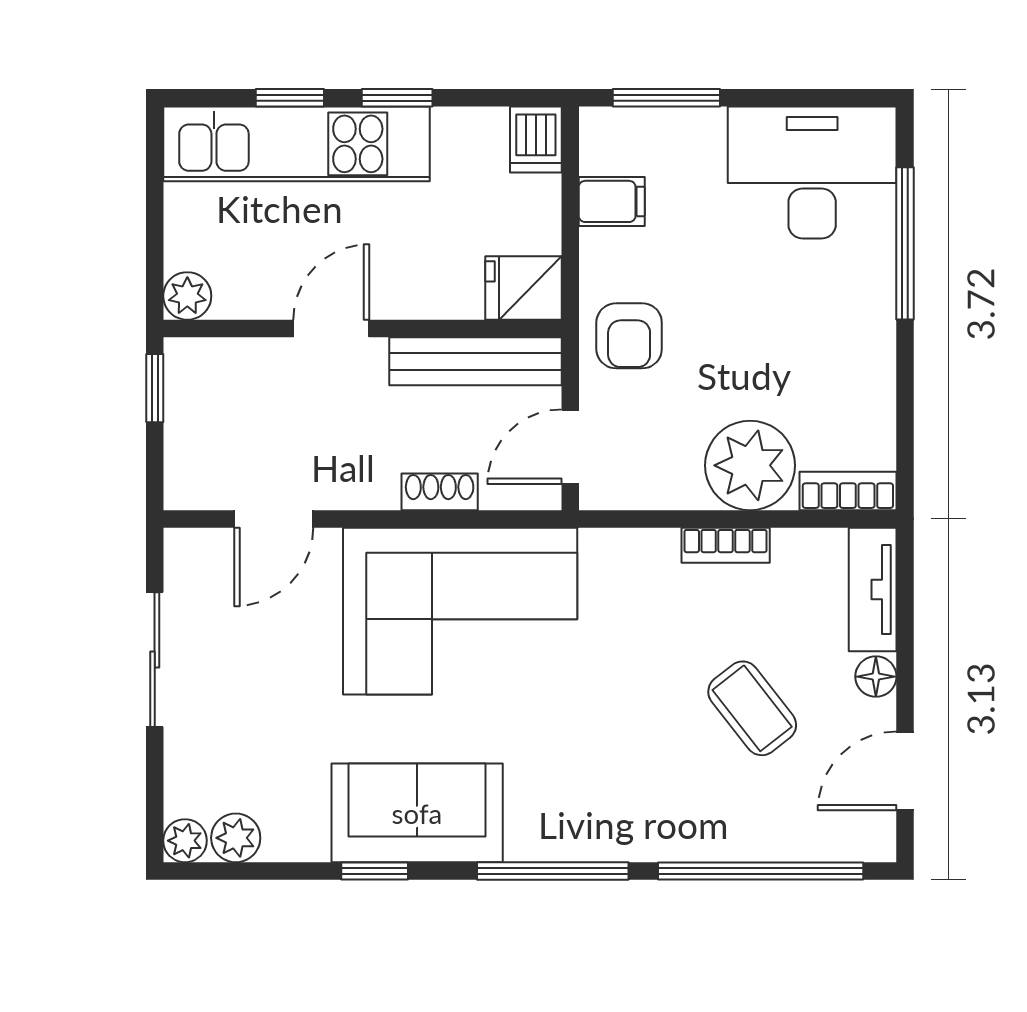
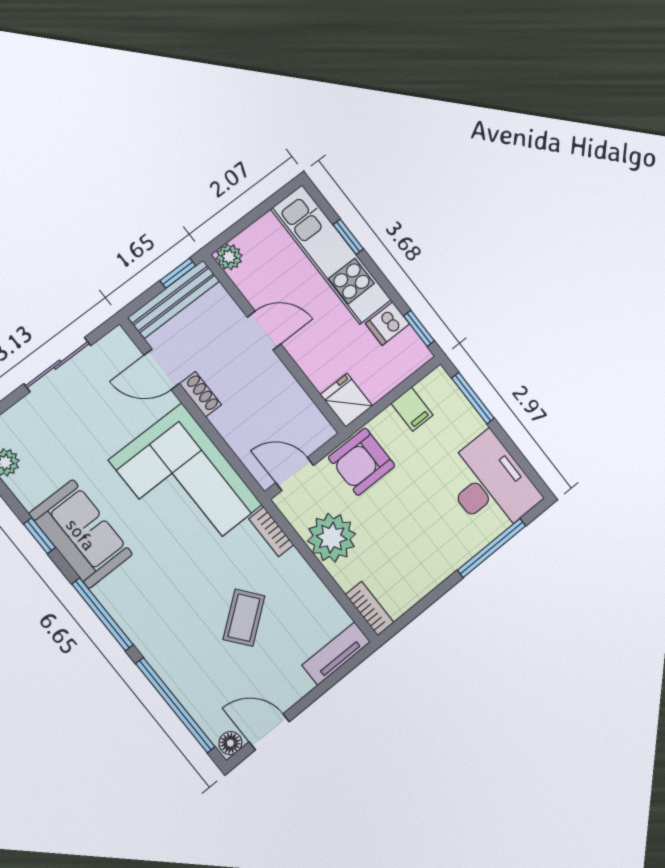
window: (397, 98) -> (419, 328), moved
dishwasher: (536, 139) -> (387, 324), moved
armchair: (629, 336) -> (362, 462), width x1.38, depth x1.38
bench: (475, 361) -> (174, 299), moved, turned 90
plant: (750, 465) -> (332, 538), moved
shoe rack: (440, 492) -> (200, 394), moved
bookcase: (726, 545) -> (271, 532), moved
floor lamp: (876, 677) -> (230, 743), moved
coffee table: (752, 708) -> (244, 618), moved

